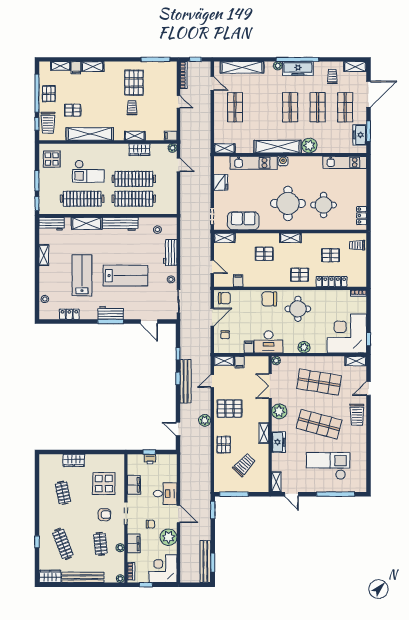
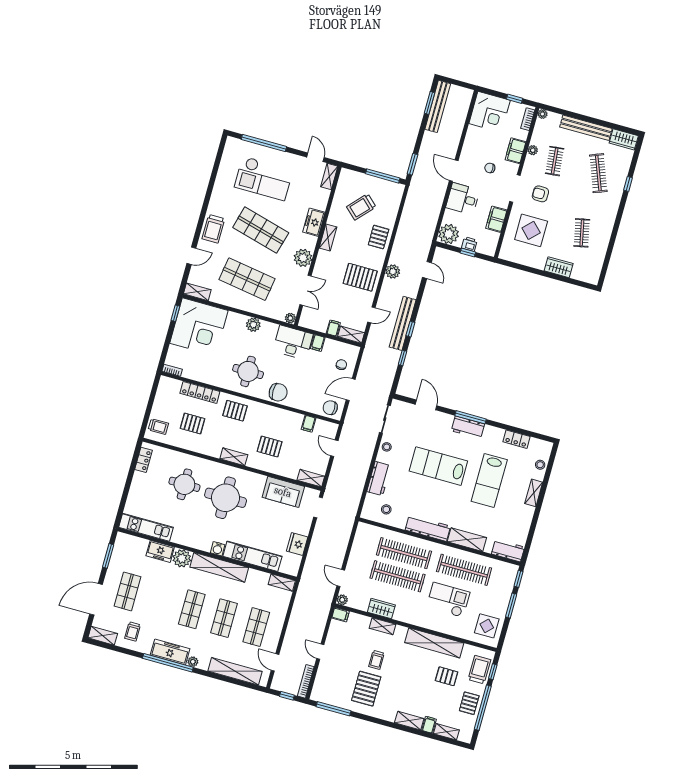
shop shelf: (318, 107) -> (224, 618), moved
freezer: (360, 135) -> (160, 551), moved, turned 90
shelving: (44, 255) -> (534, 493), moved
trolley: (357, 415) -> (213, 229), turned 180
plant: (169, 537) -> (449, 234), moved

